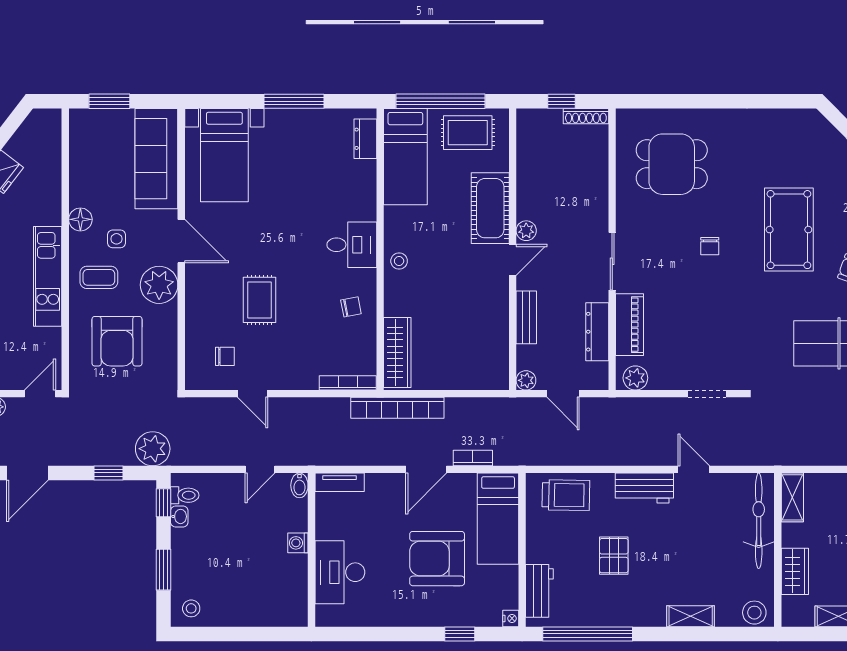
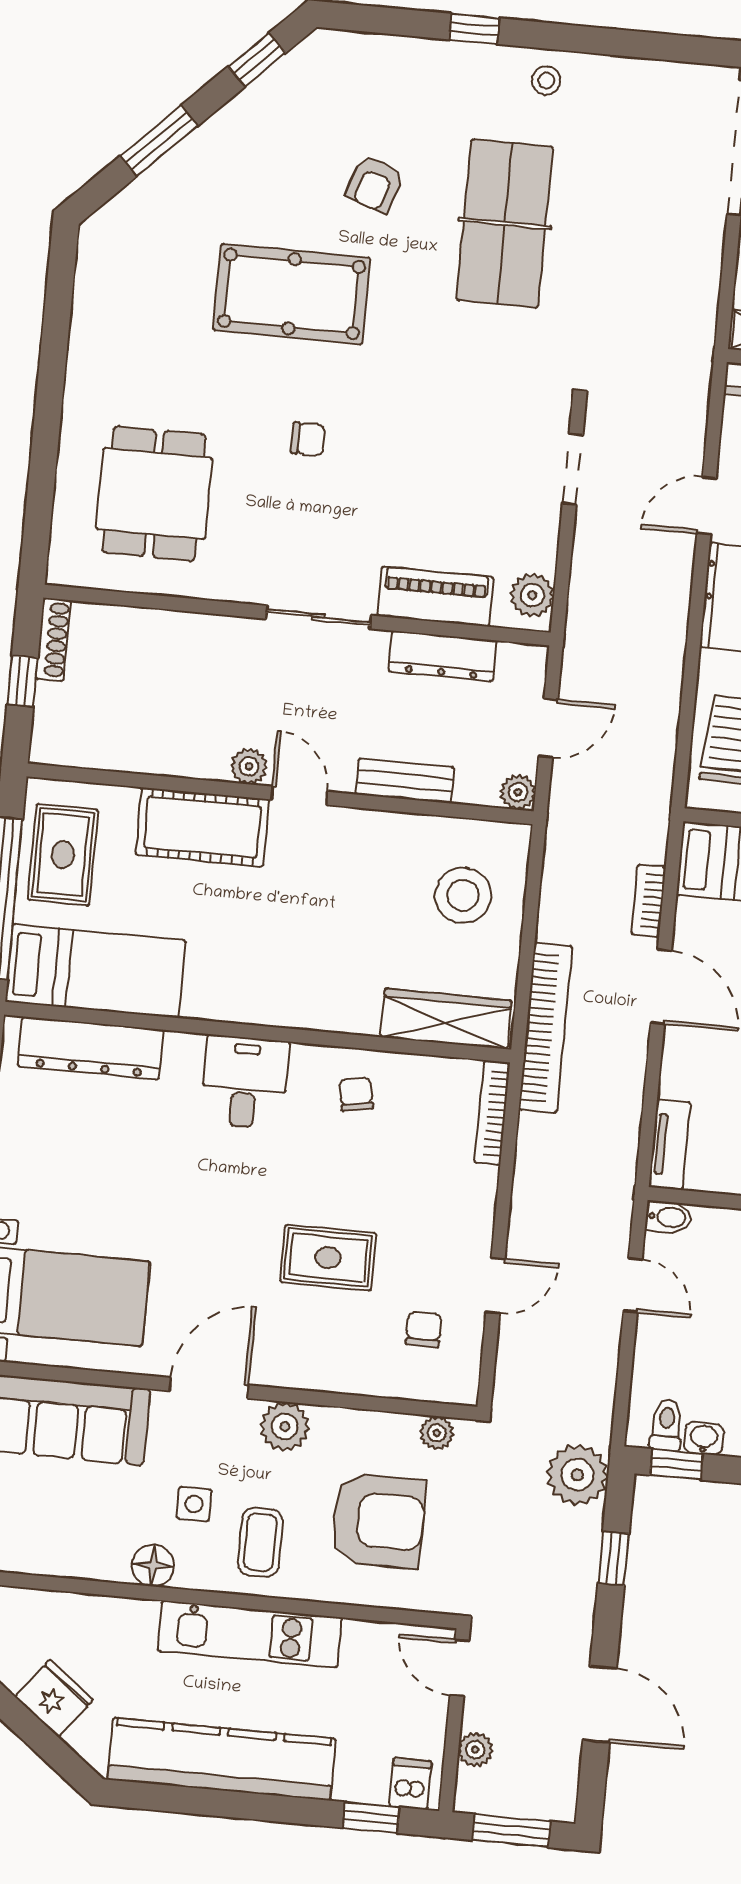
dresser: (365, 139) -> (91, 1048), width x1.96, depth x1.24
stool: (399, 261) -> (463, 895), moved, width x1.89, depth x1.89
plant: (159, 285) -> (285, 1426), width x0.73, depth x0.73
plant: (168, 369) -> (437, 1433), added

